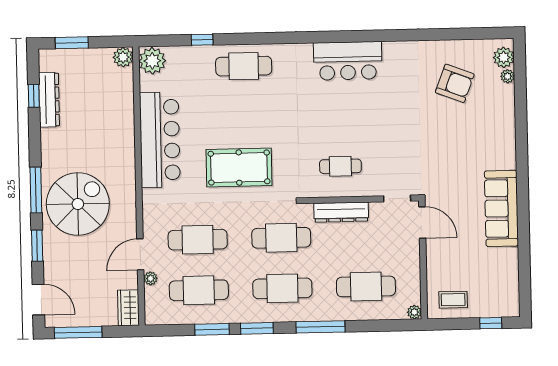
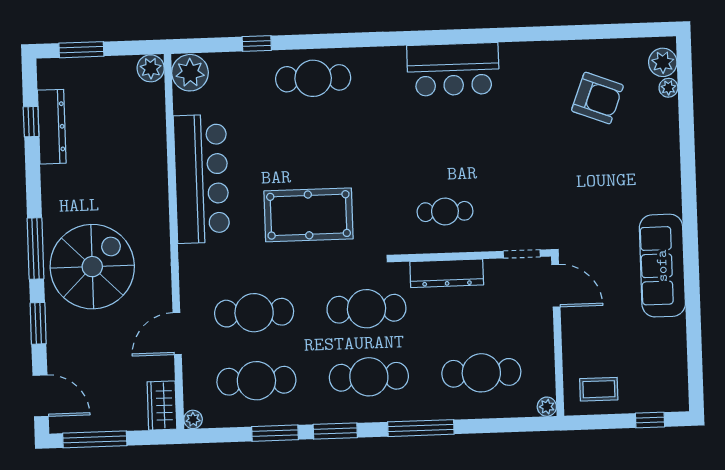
plant: (150, 278) -> (193, 419), moved

